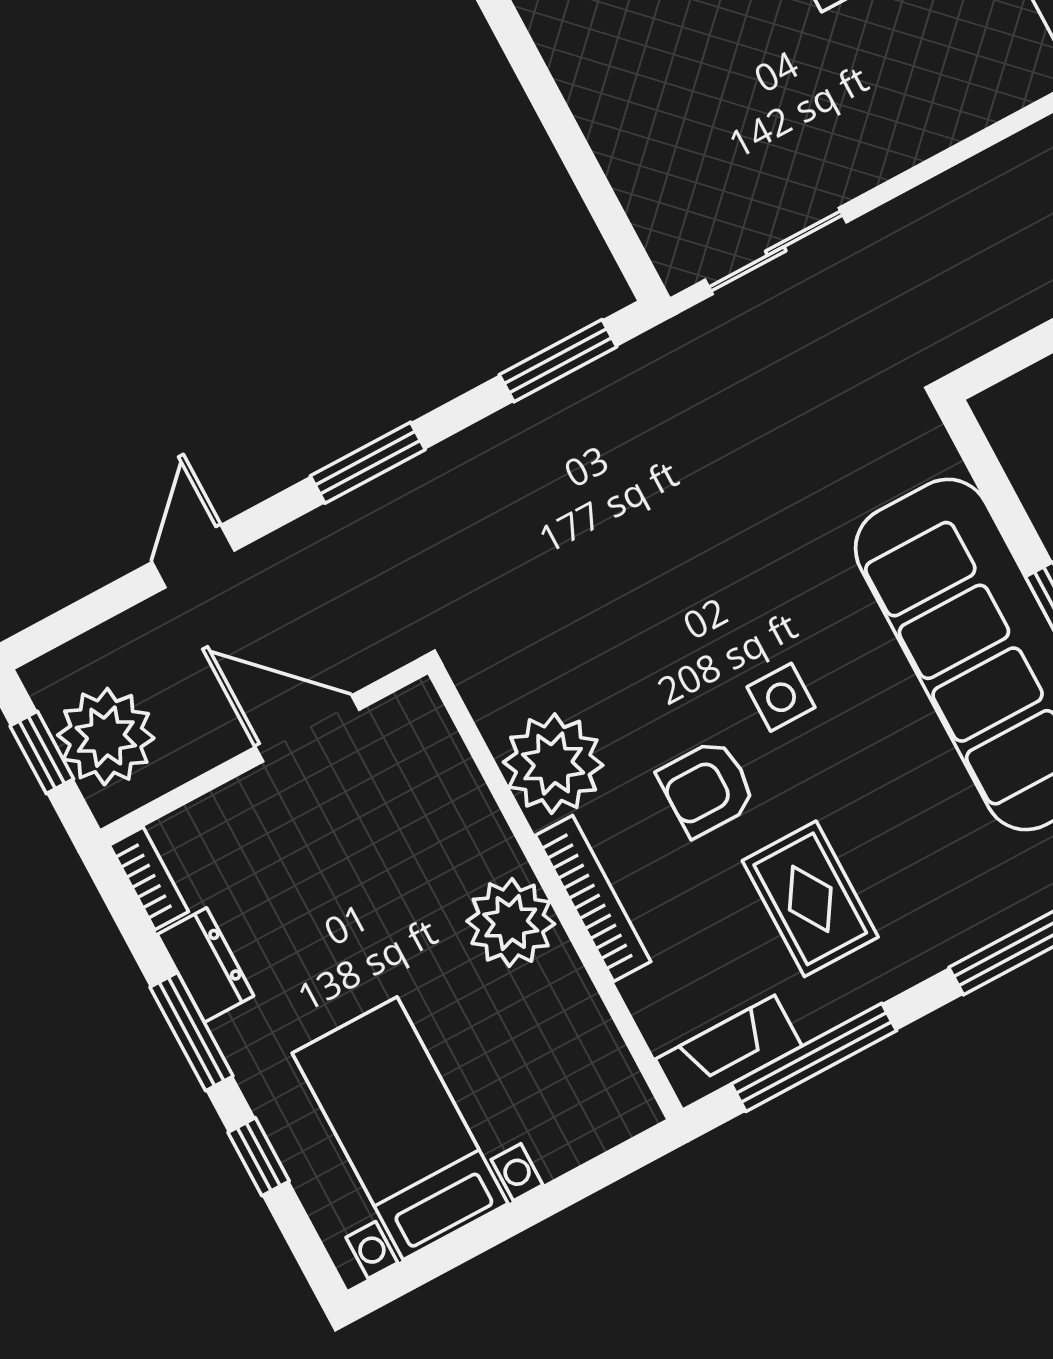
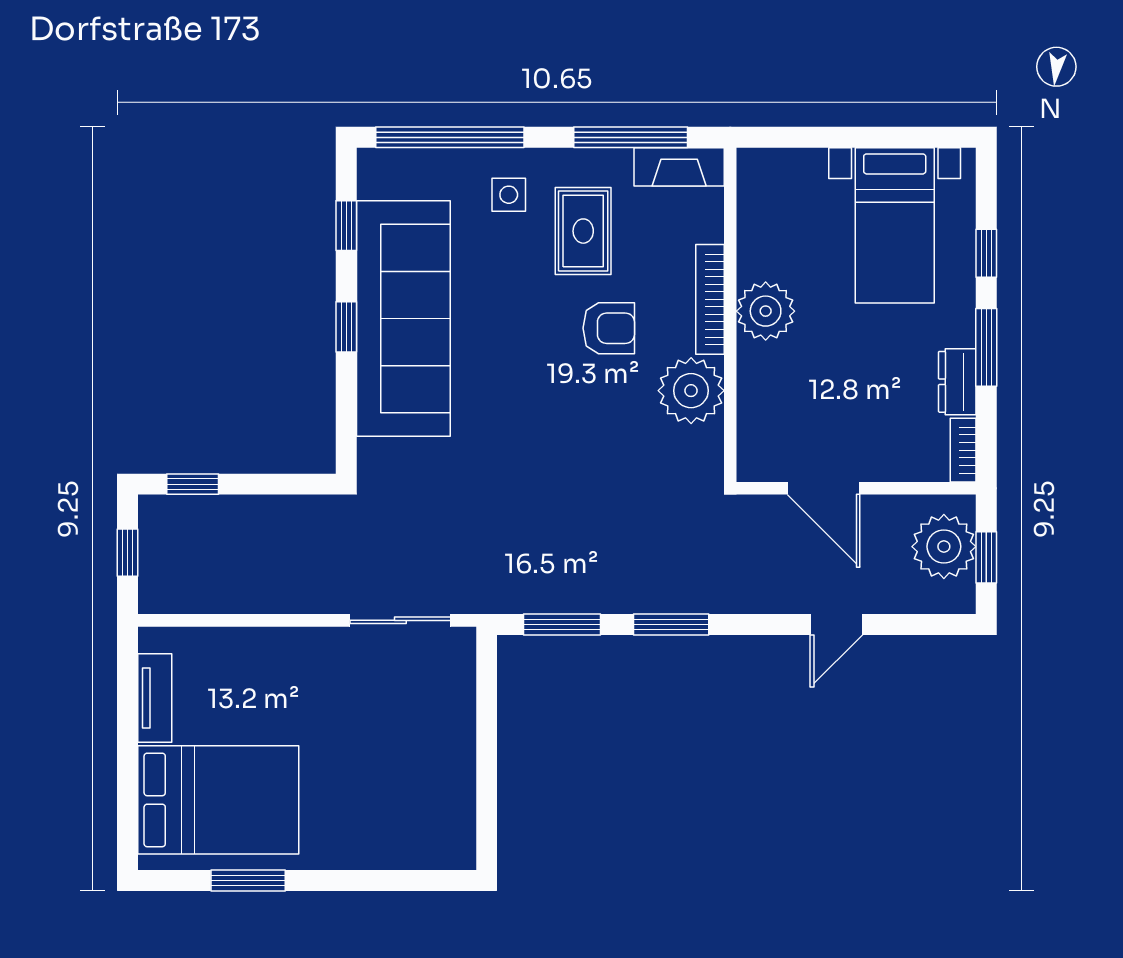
window: (368, 463) -> (671, 624), moved
side table: (781, 697) -> (509, 195), moved

